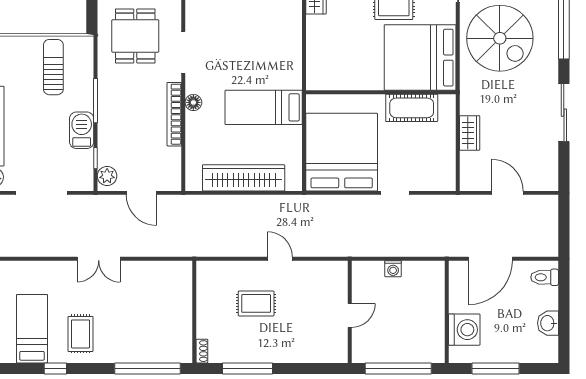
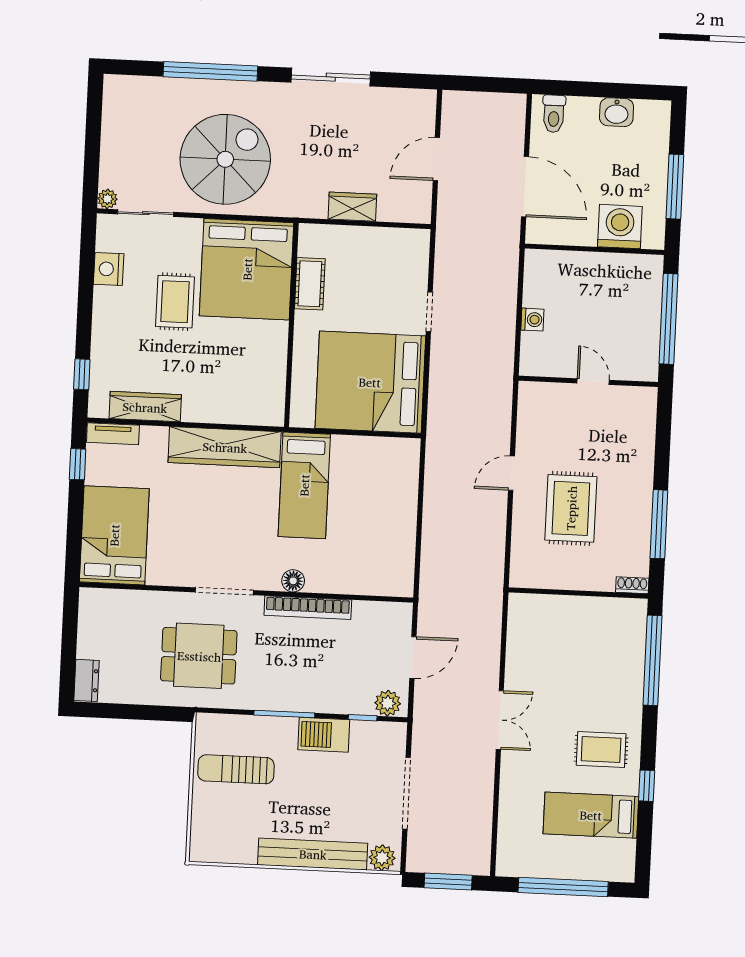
cot: (412, 108) -> (310, 284), width x0.73, depth x0.75
wardrobe: (244, 178) -> (225, 447), moved, turned -90
rug: (256, 303) -> (571, 508), width x1.36, depth x1.43

